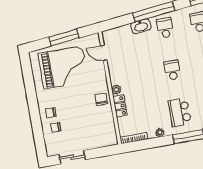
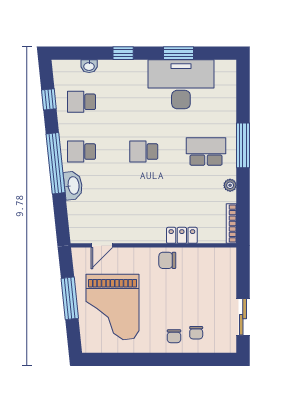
grand piano: (63, 68) -> (113, 307), turned 180
plant: (116, 90) -> (158, 237), removed
school desk: (180, 112) -> (206, 152), turned 180

